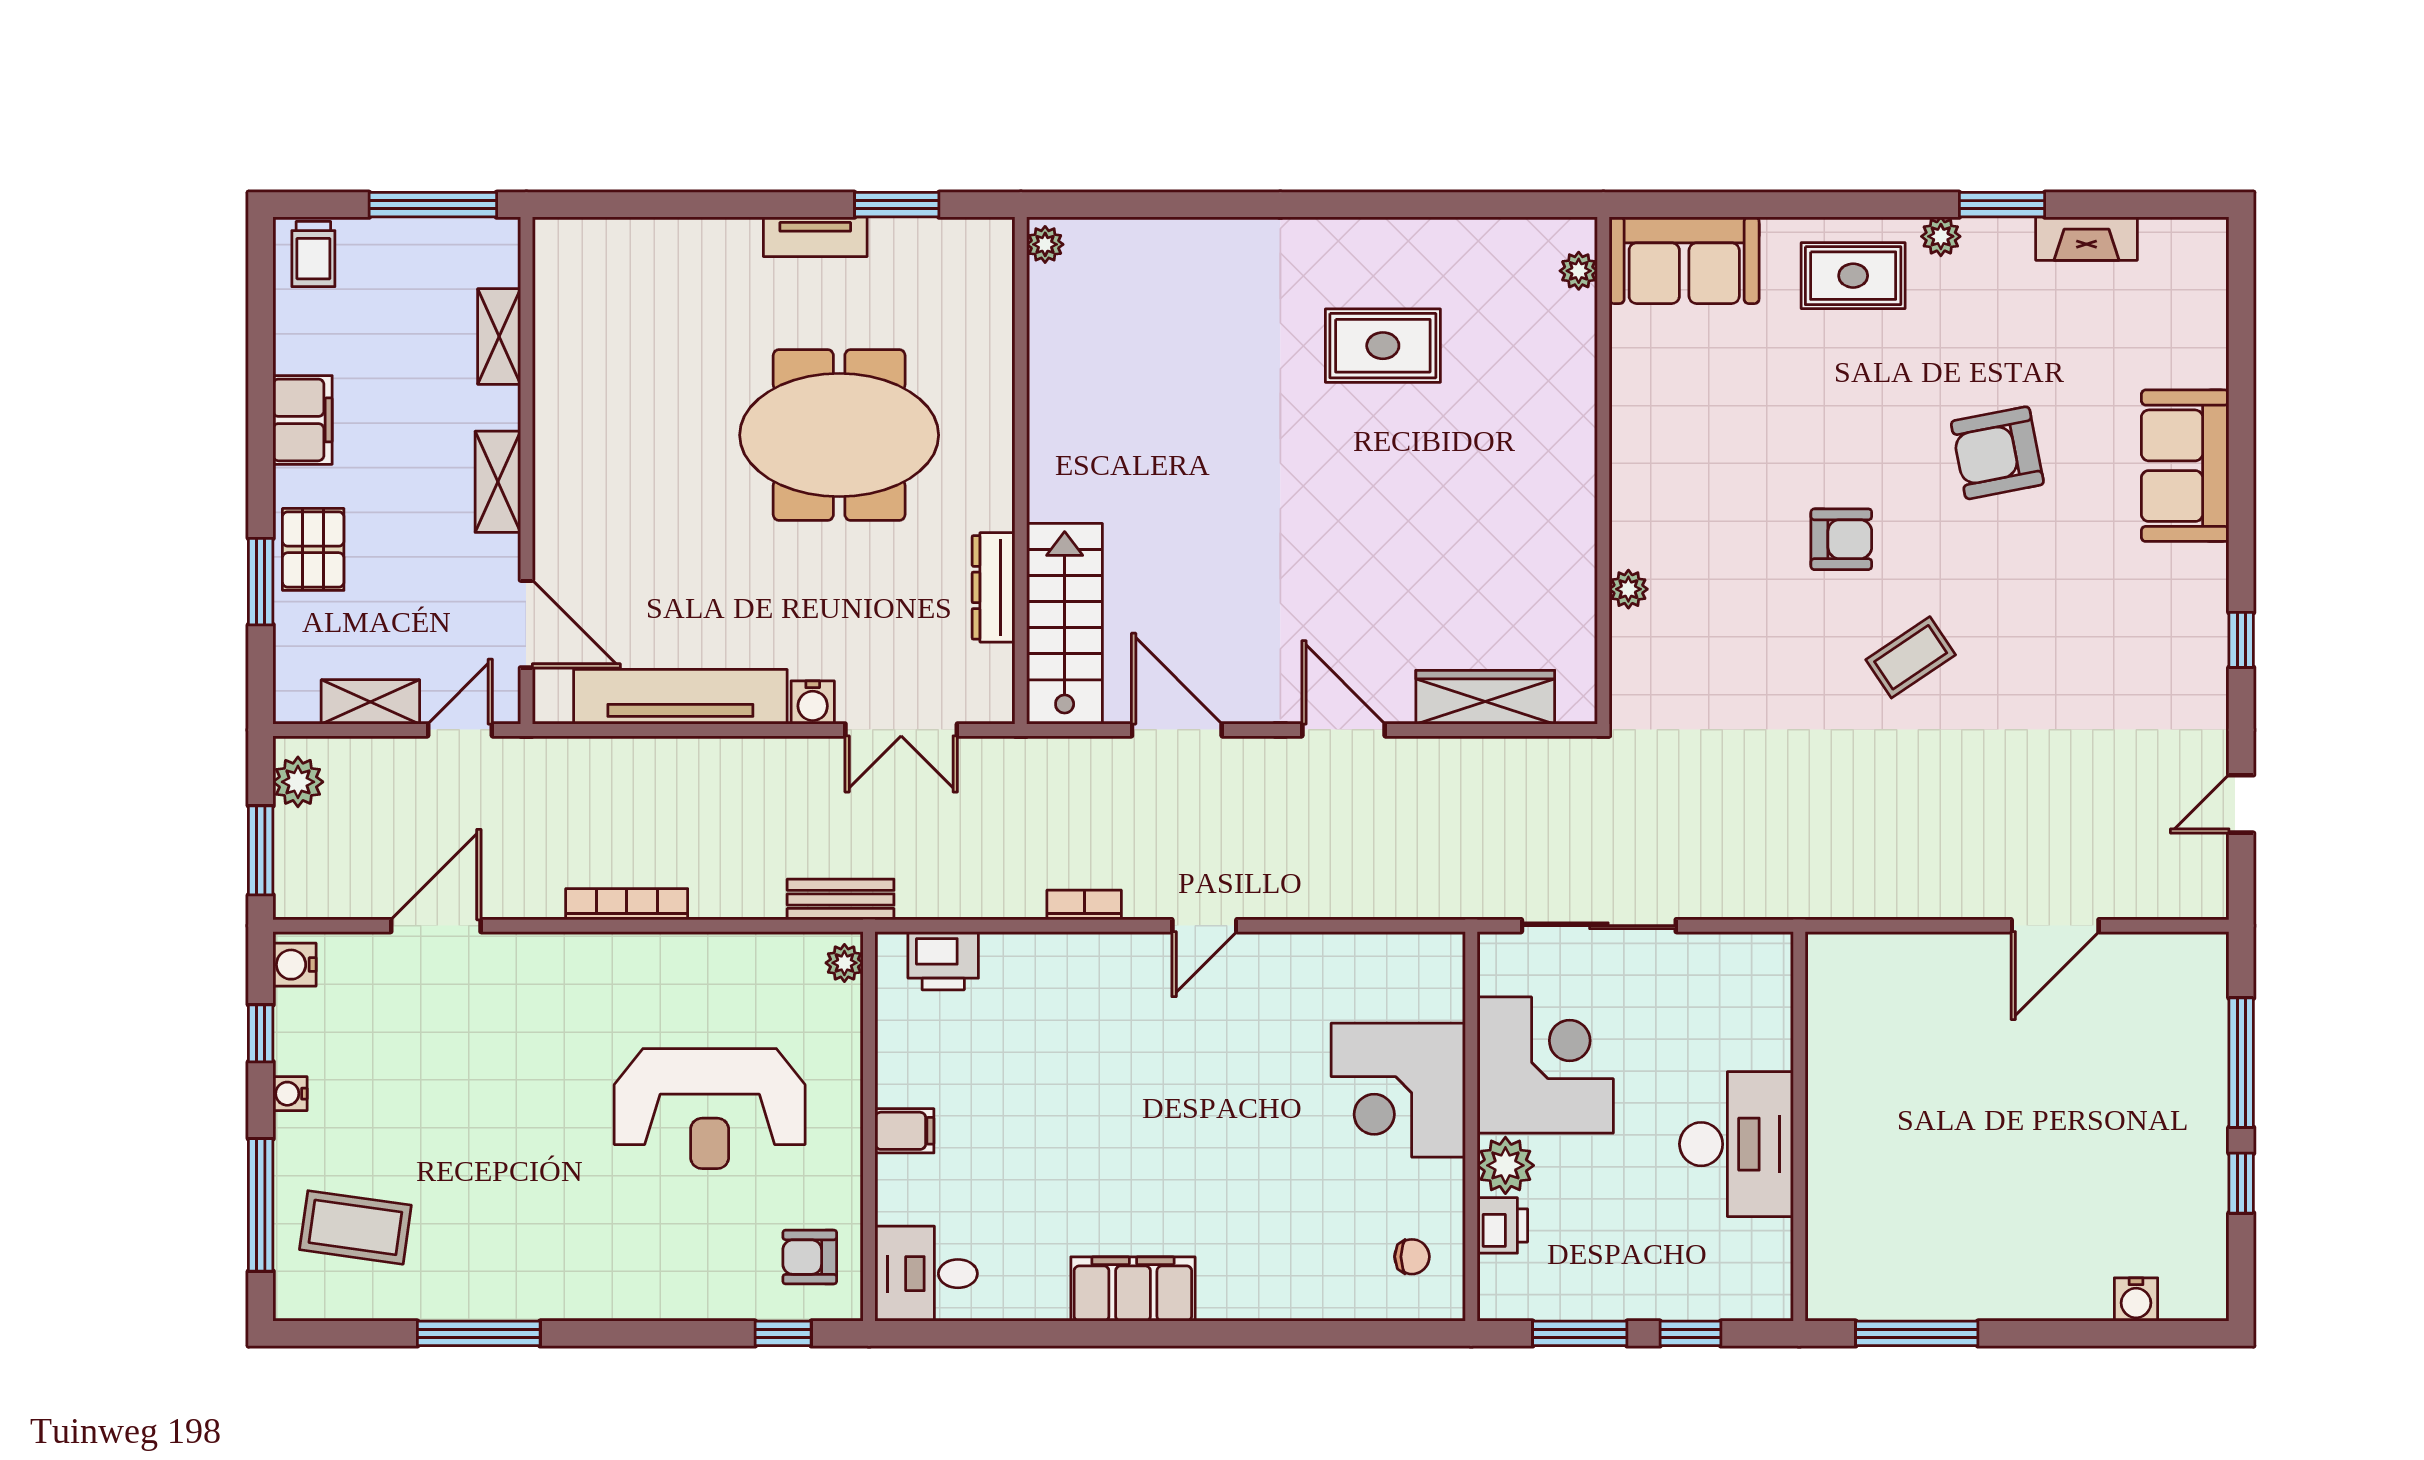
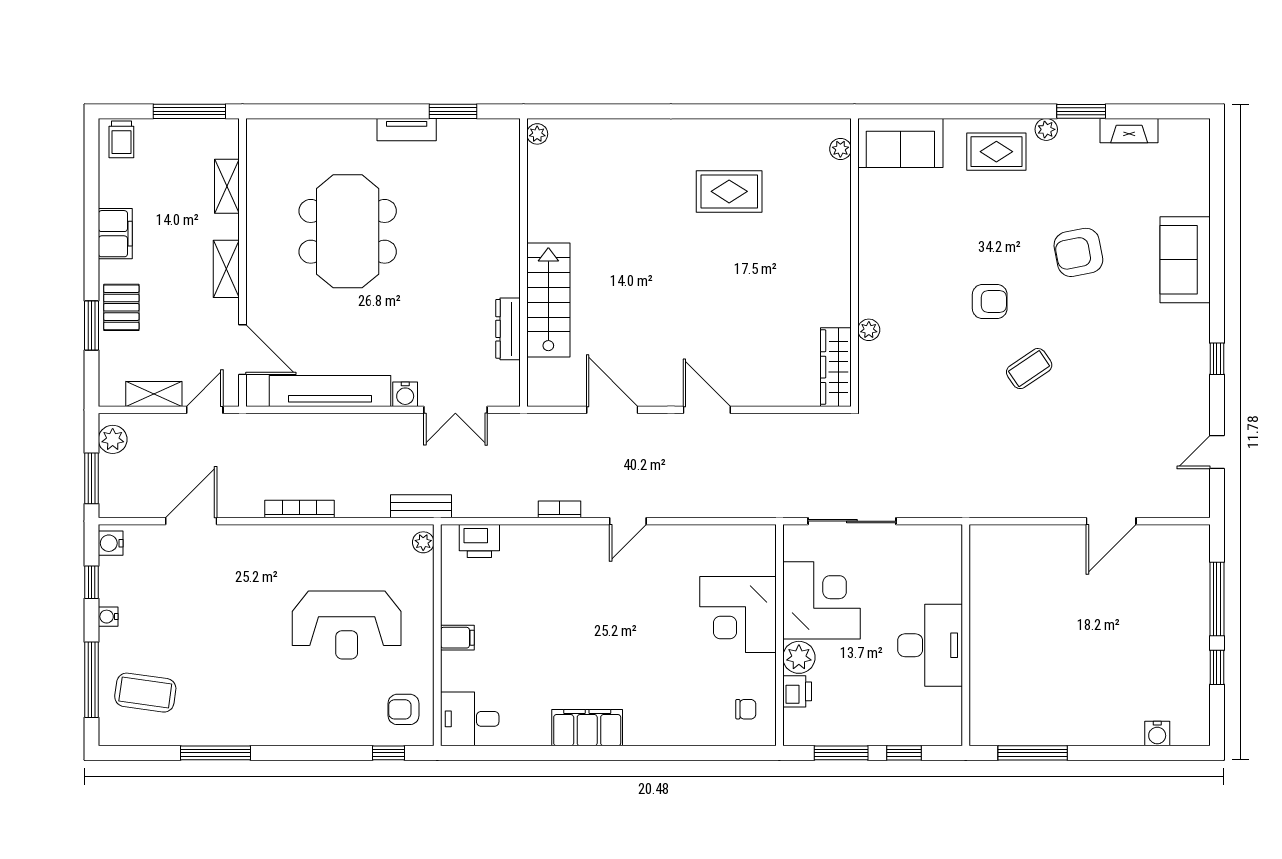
meeting table: (839, 435) -> (348, 231), moved, turned 90
stairs: (1065, 624) -> (548, 300), moved
wardrobe: (1485, 697) -> (836, 367), moved, turned -90

